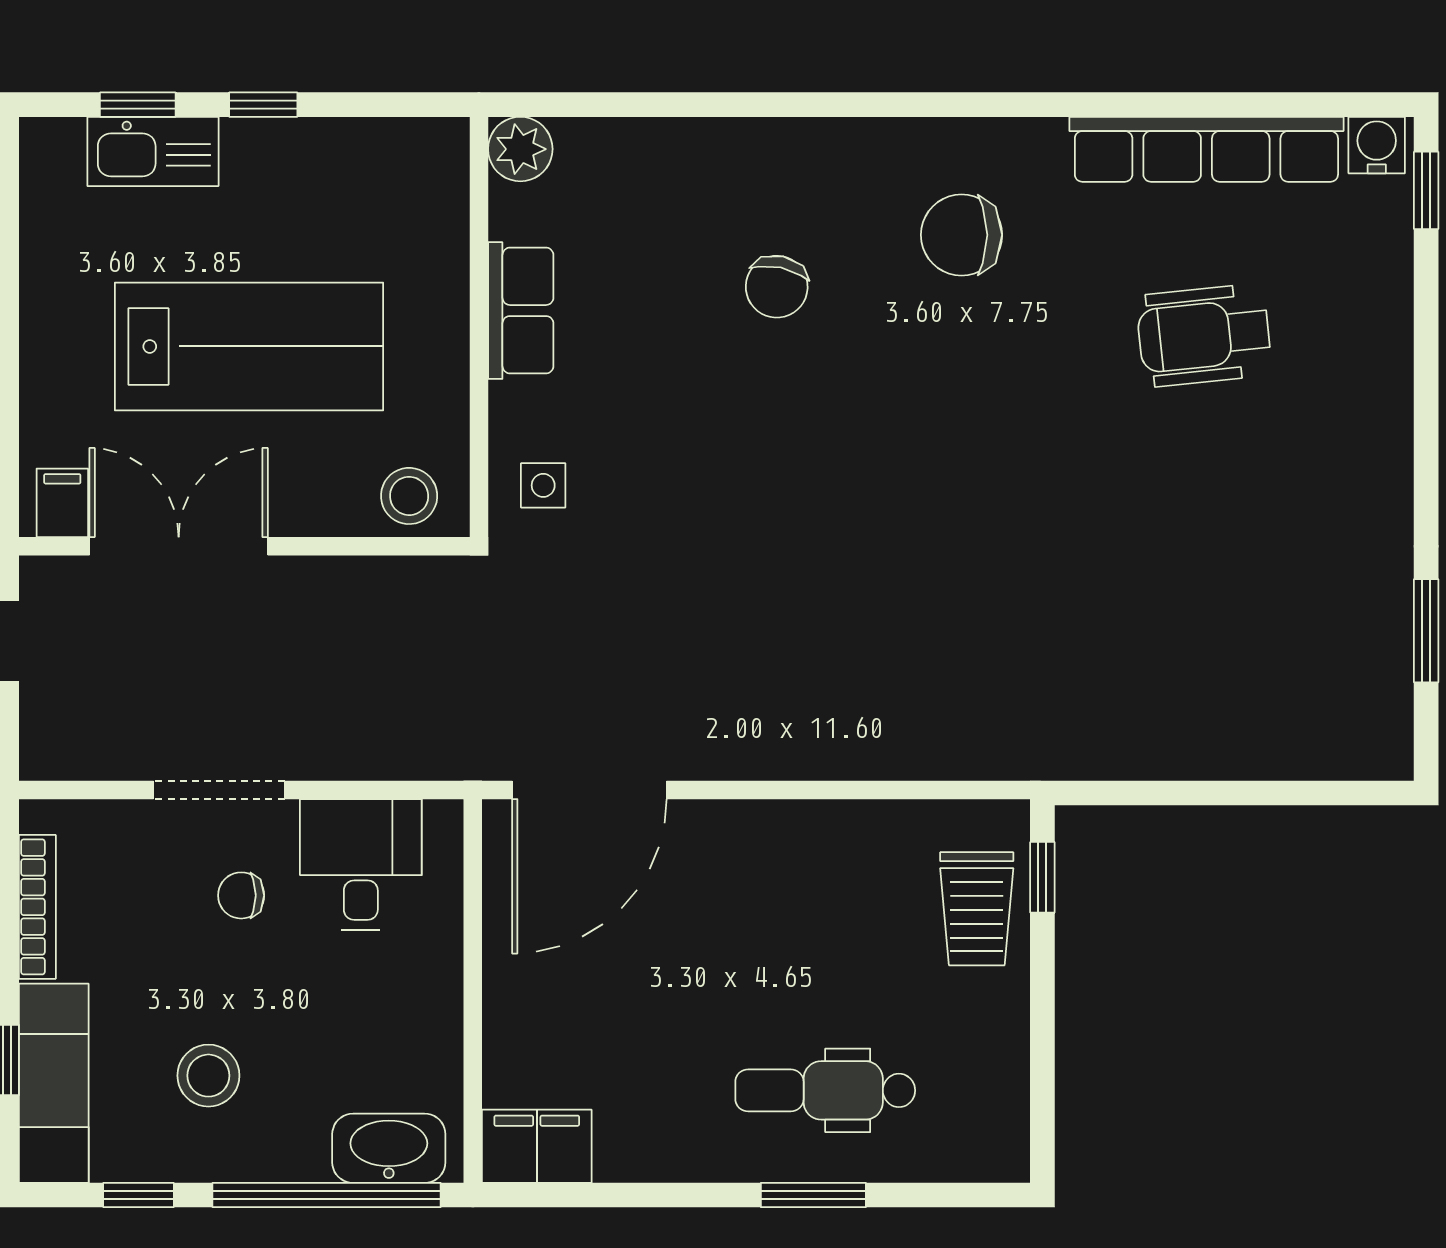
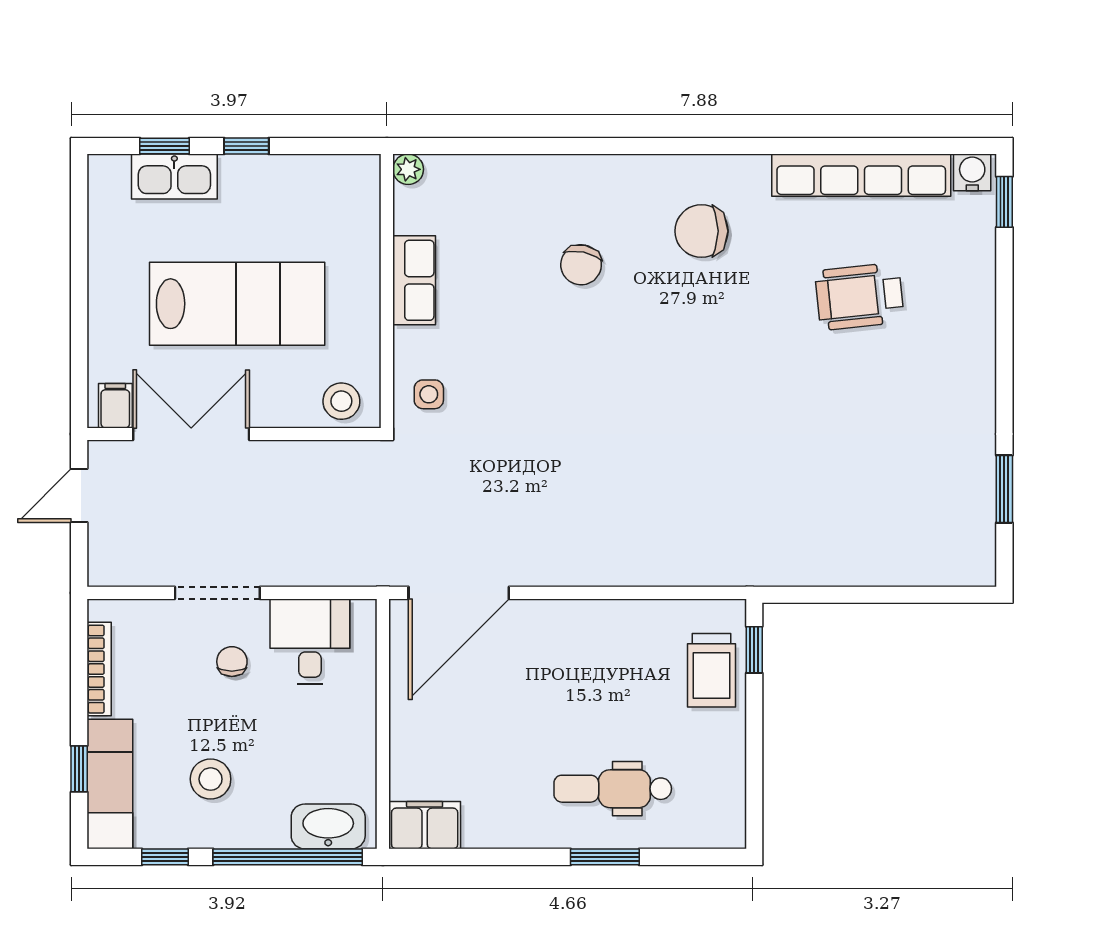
plant: (520, 149) -> (408, 169), width x0.73, depth x0.73
chair: (241, 895) -> (232, 662), turned 90

